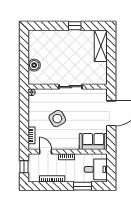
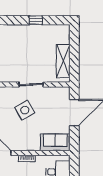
shelving: (101, 46) -> (63, 61), moved
side table: (57, 119) -> (25, 110), moved

